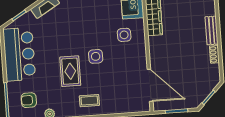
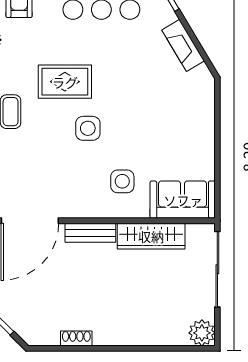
bench: (212, 30) -> (90, 233), moved

